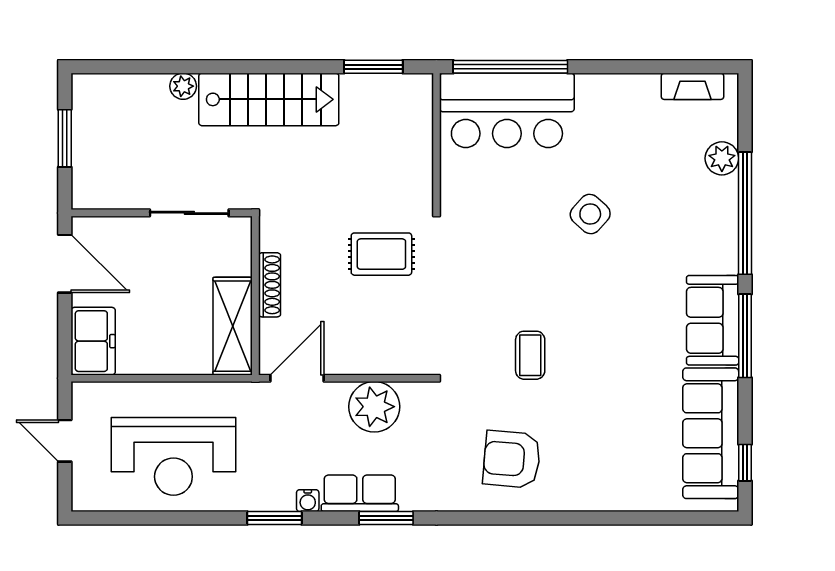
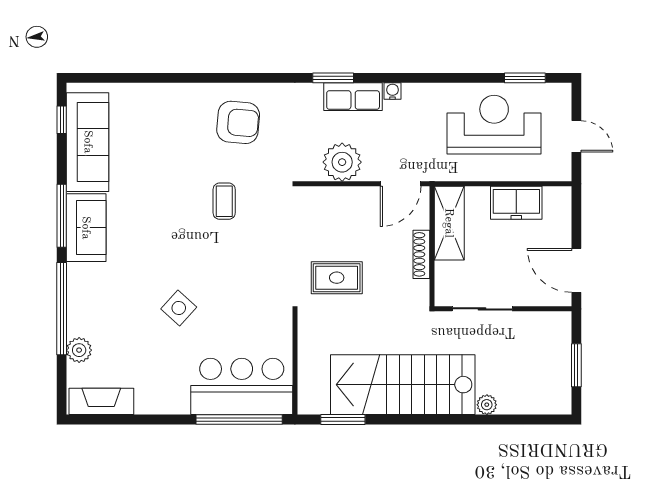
fireplace: (692, 86) -> (101, 401), width x1.37, depth x1.32
stairs: (269, 99) -> (403, 385), width x1.36, depth x1.51
freezer: (93, 341) -> (516, 203), moved, turned -90
window: (274, 518) -> (525, 78), moved

